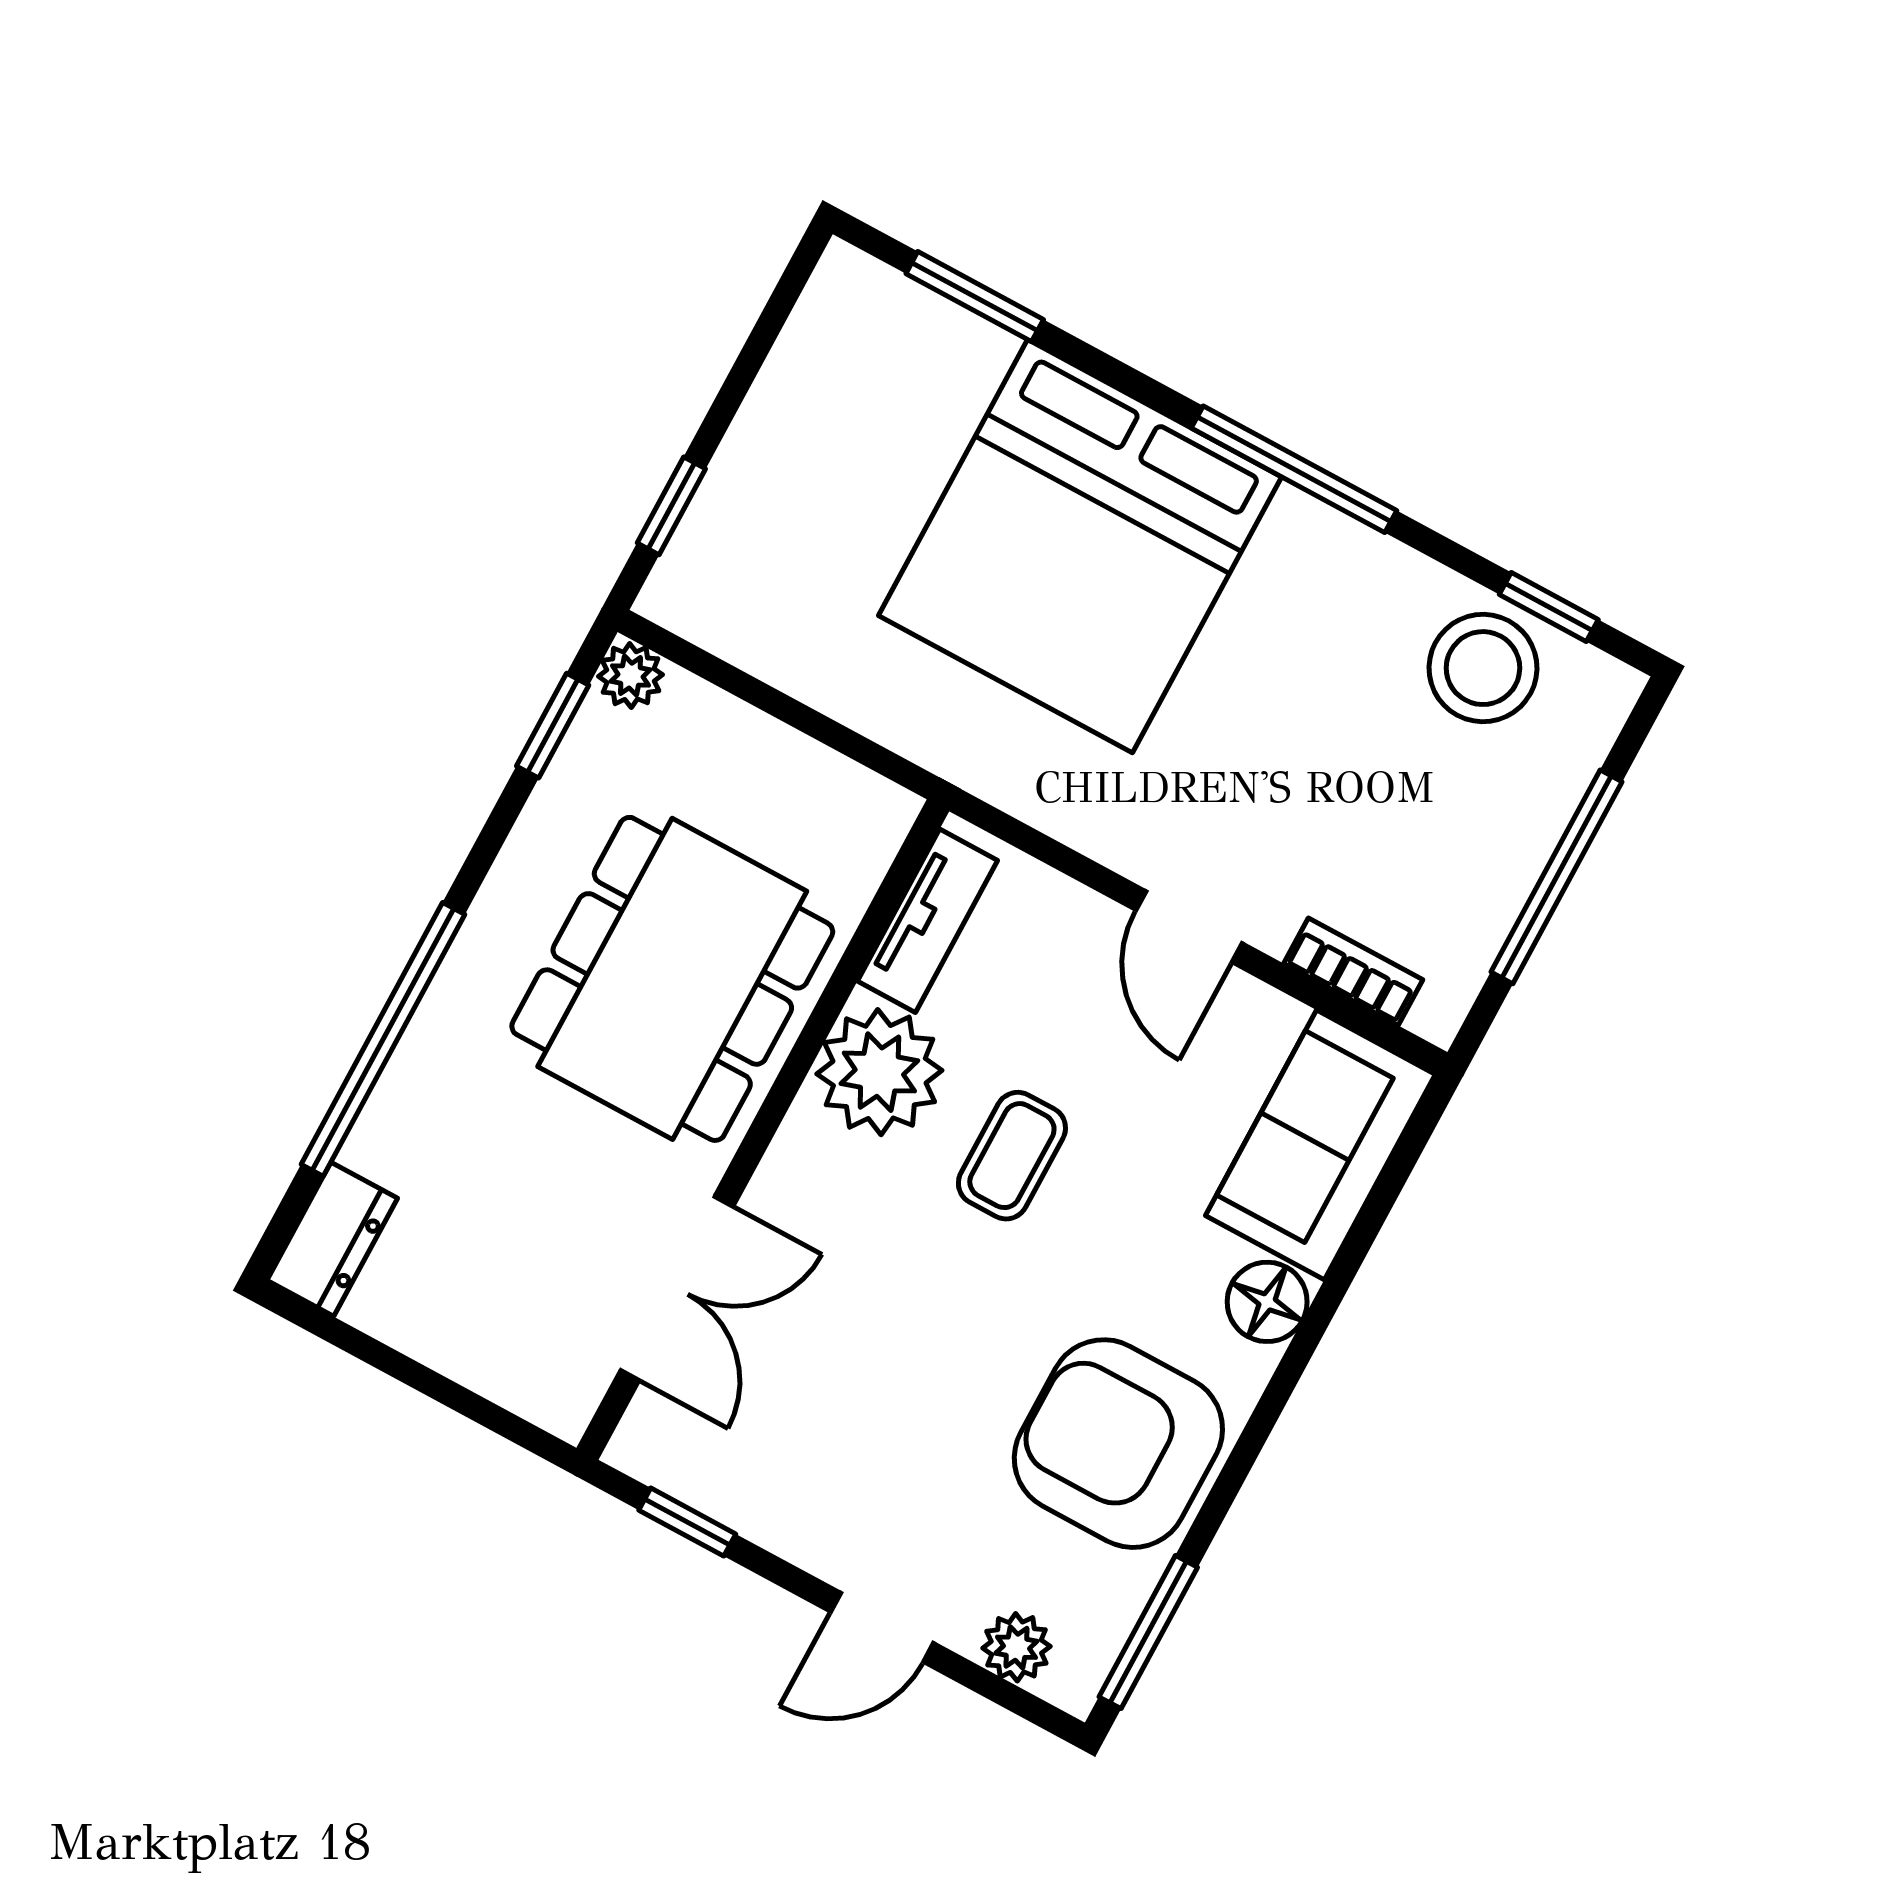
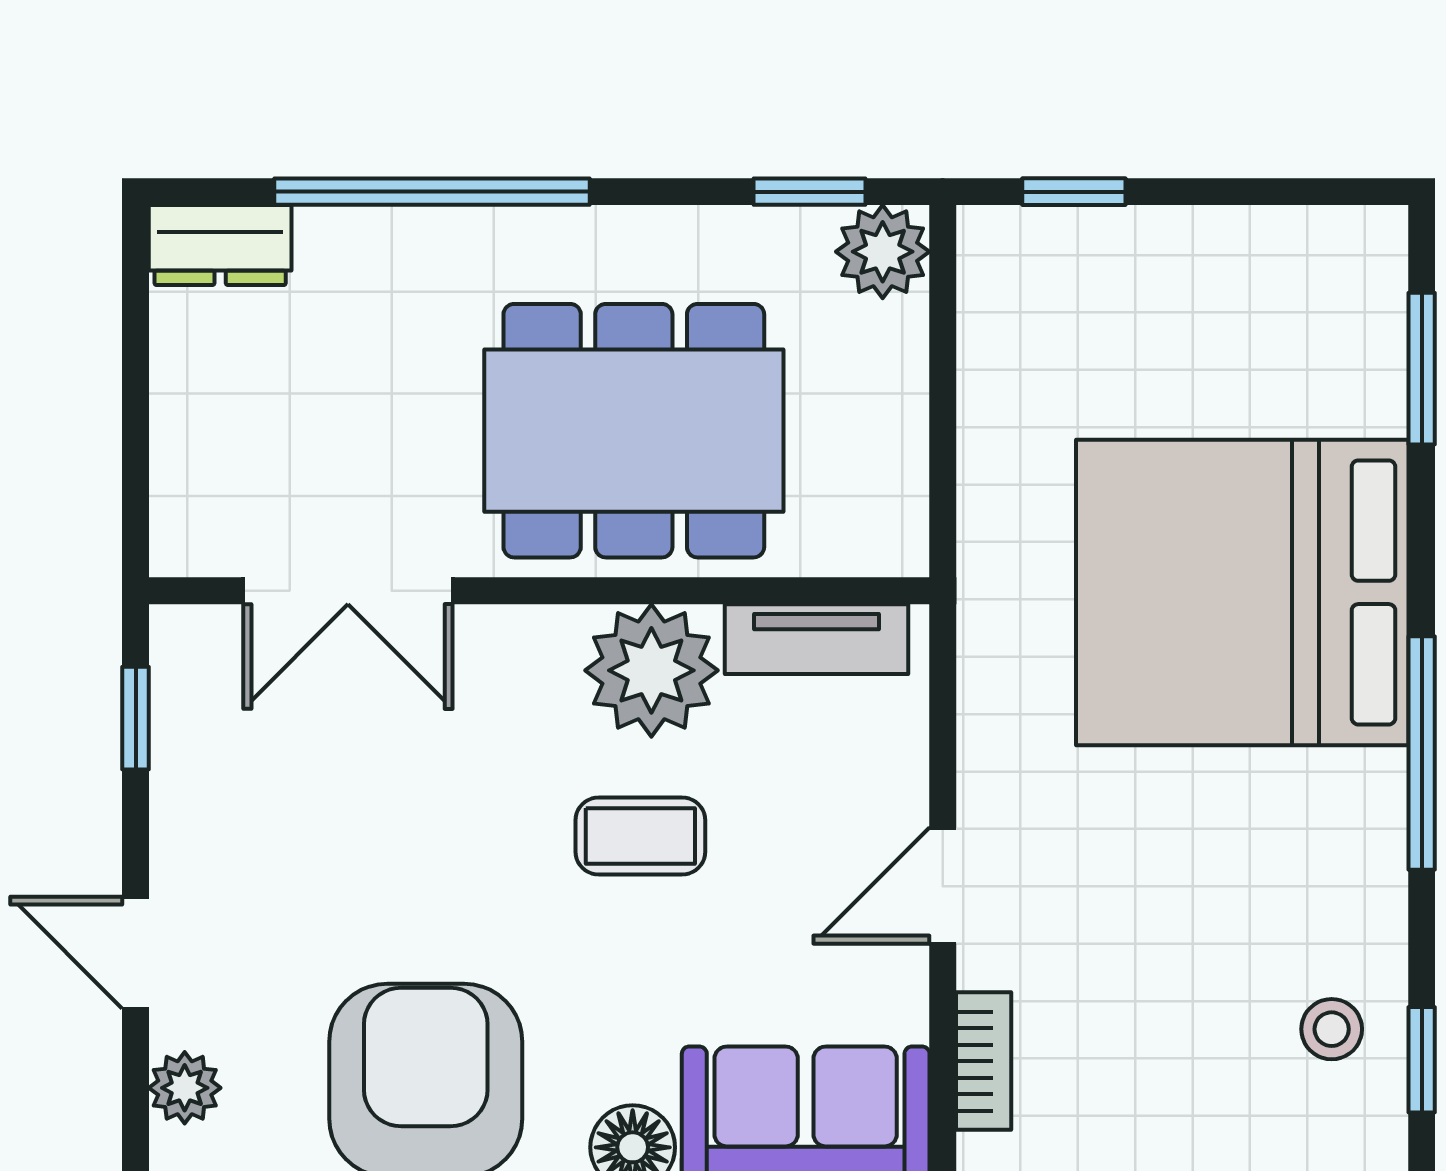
stool: (1483, 668) -> (1332, 1029), width x0.53, depth x0.53
plant: (630, 676) -> (883, 252), width x1.38, depth x1.38

